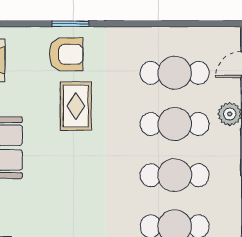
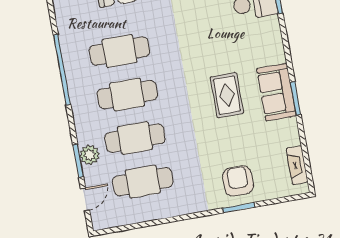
armchair: (66, 54) -> (238, 181), turned 90
rug: (76, 106) -> (227, 95), moved

